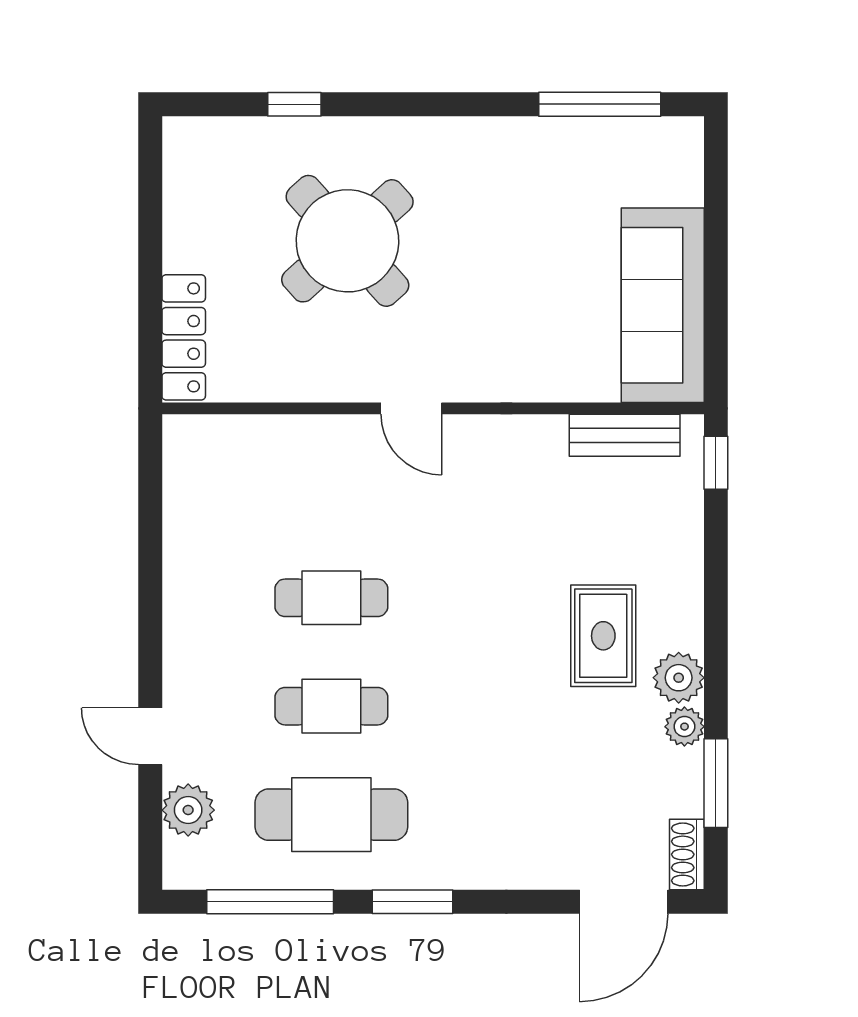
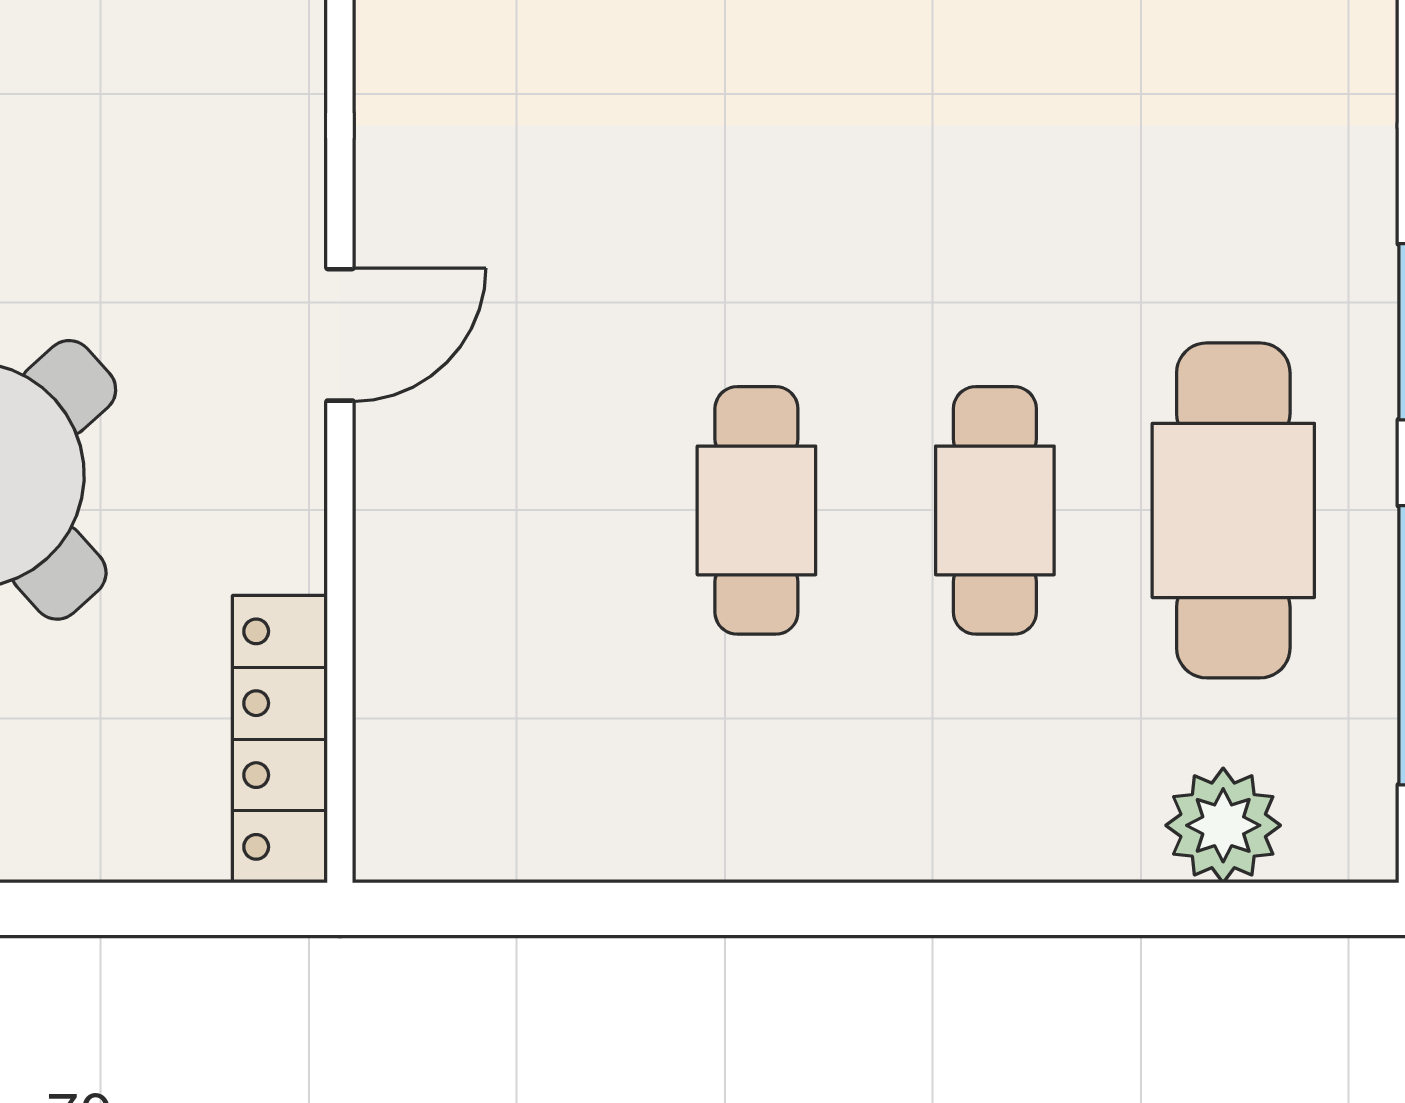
locker: (184, 337) -> (280, 739), moved, turned -90
door: (150, 736) -> (1061, 909), removed

